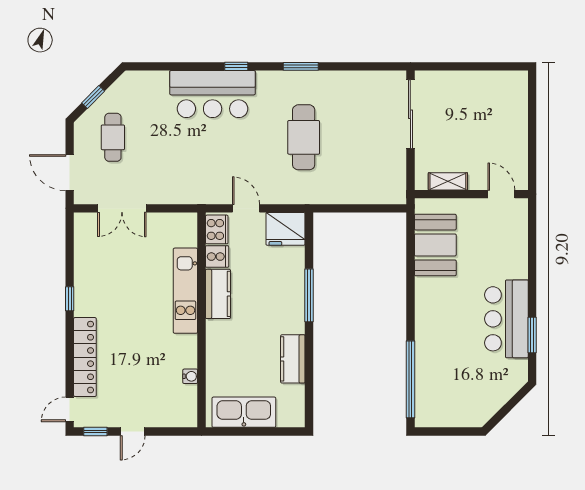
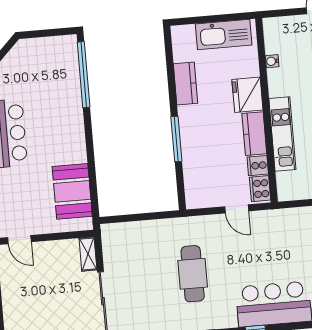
shelving: (448, 181) -> (88, 254), moved, turned 90
fridge: (286, 229) -> (247, 95), moved, turned -90

